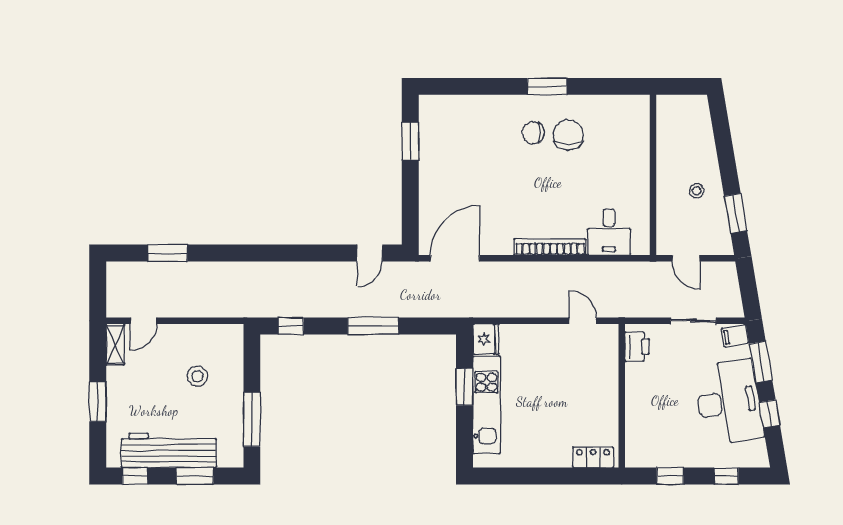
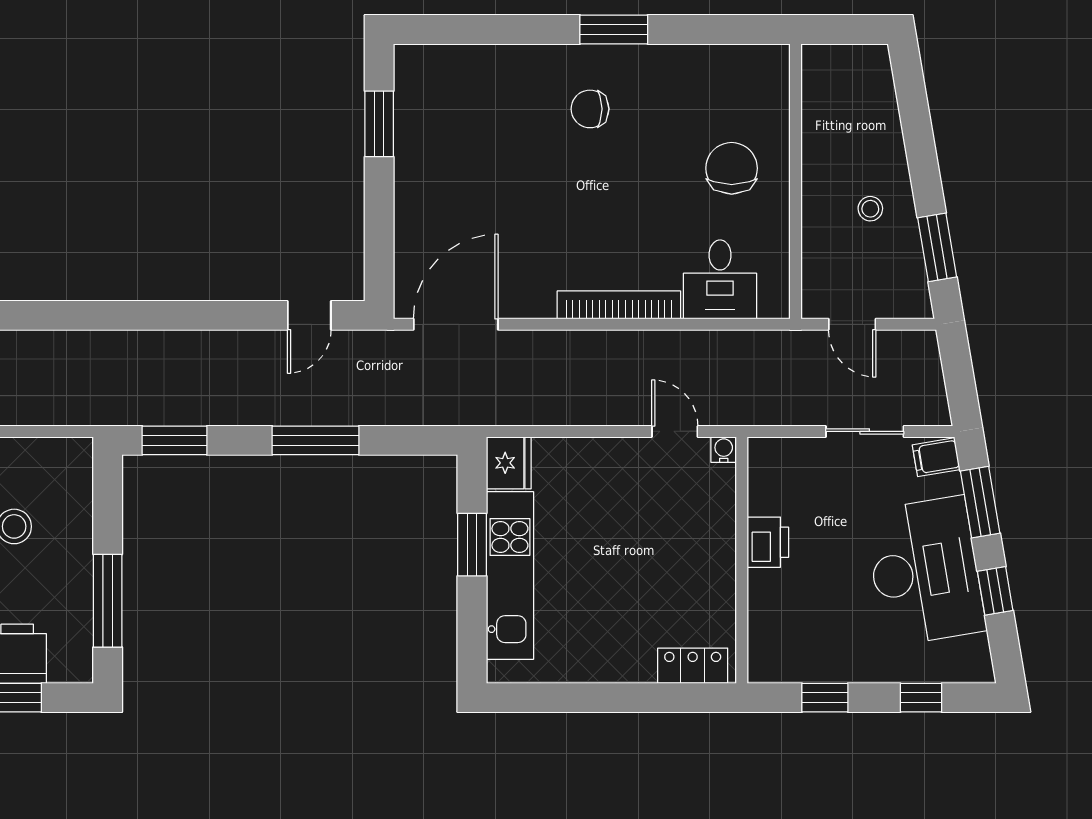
chair: (568, 135) -> (732, 168), moved
window: (291, 326) -> (175, 440), width x1.50
water cooler: (611, 331) -> (724, 450), added
printer: (637, 347) -> (768, 542), moved

